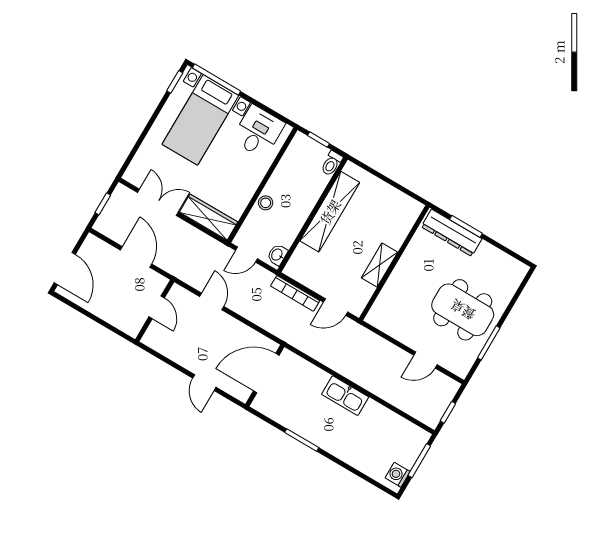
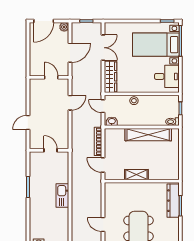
plant: (92, 243) -> (64, 27), added
door: (157, 307) -> (51, 77), swing flipped
door: (266, 373) -> (51, 150), width x0.53

